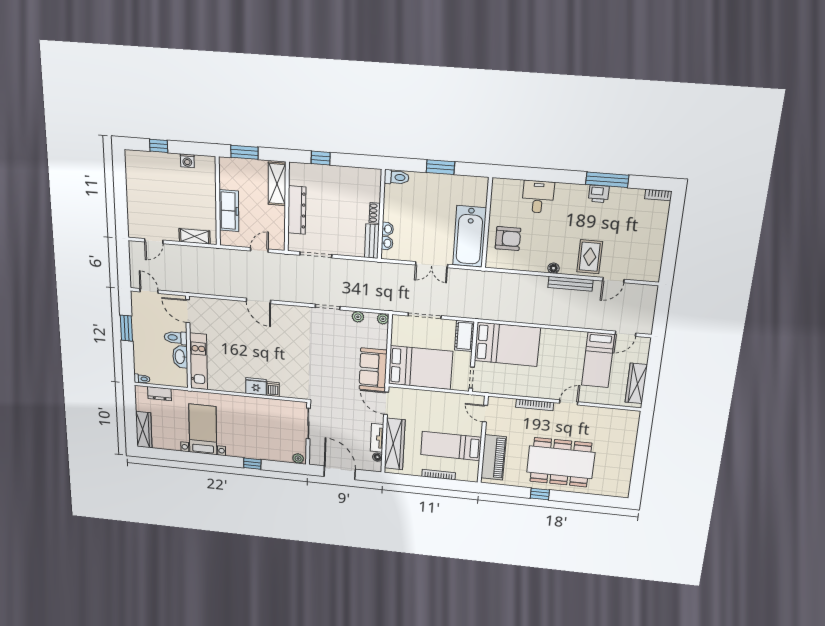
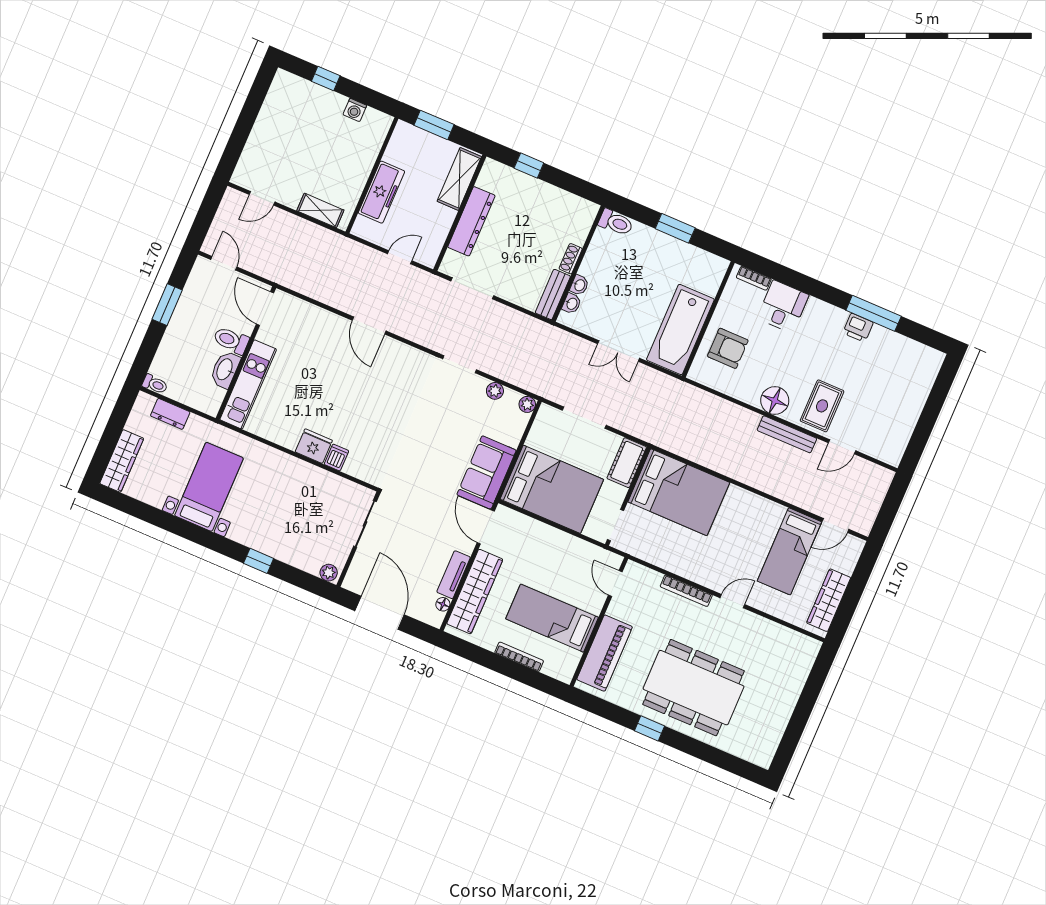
bookcase: (658, 195) -> (754, 278), moved
floor lamp: (554, 268) -> (775, 401), width x1.89, depth x1.89

